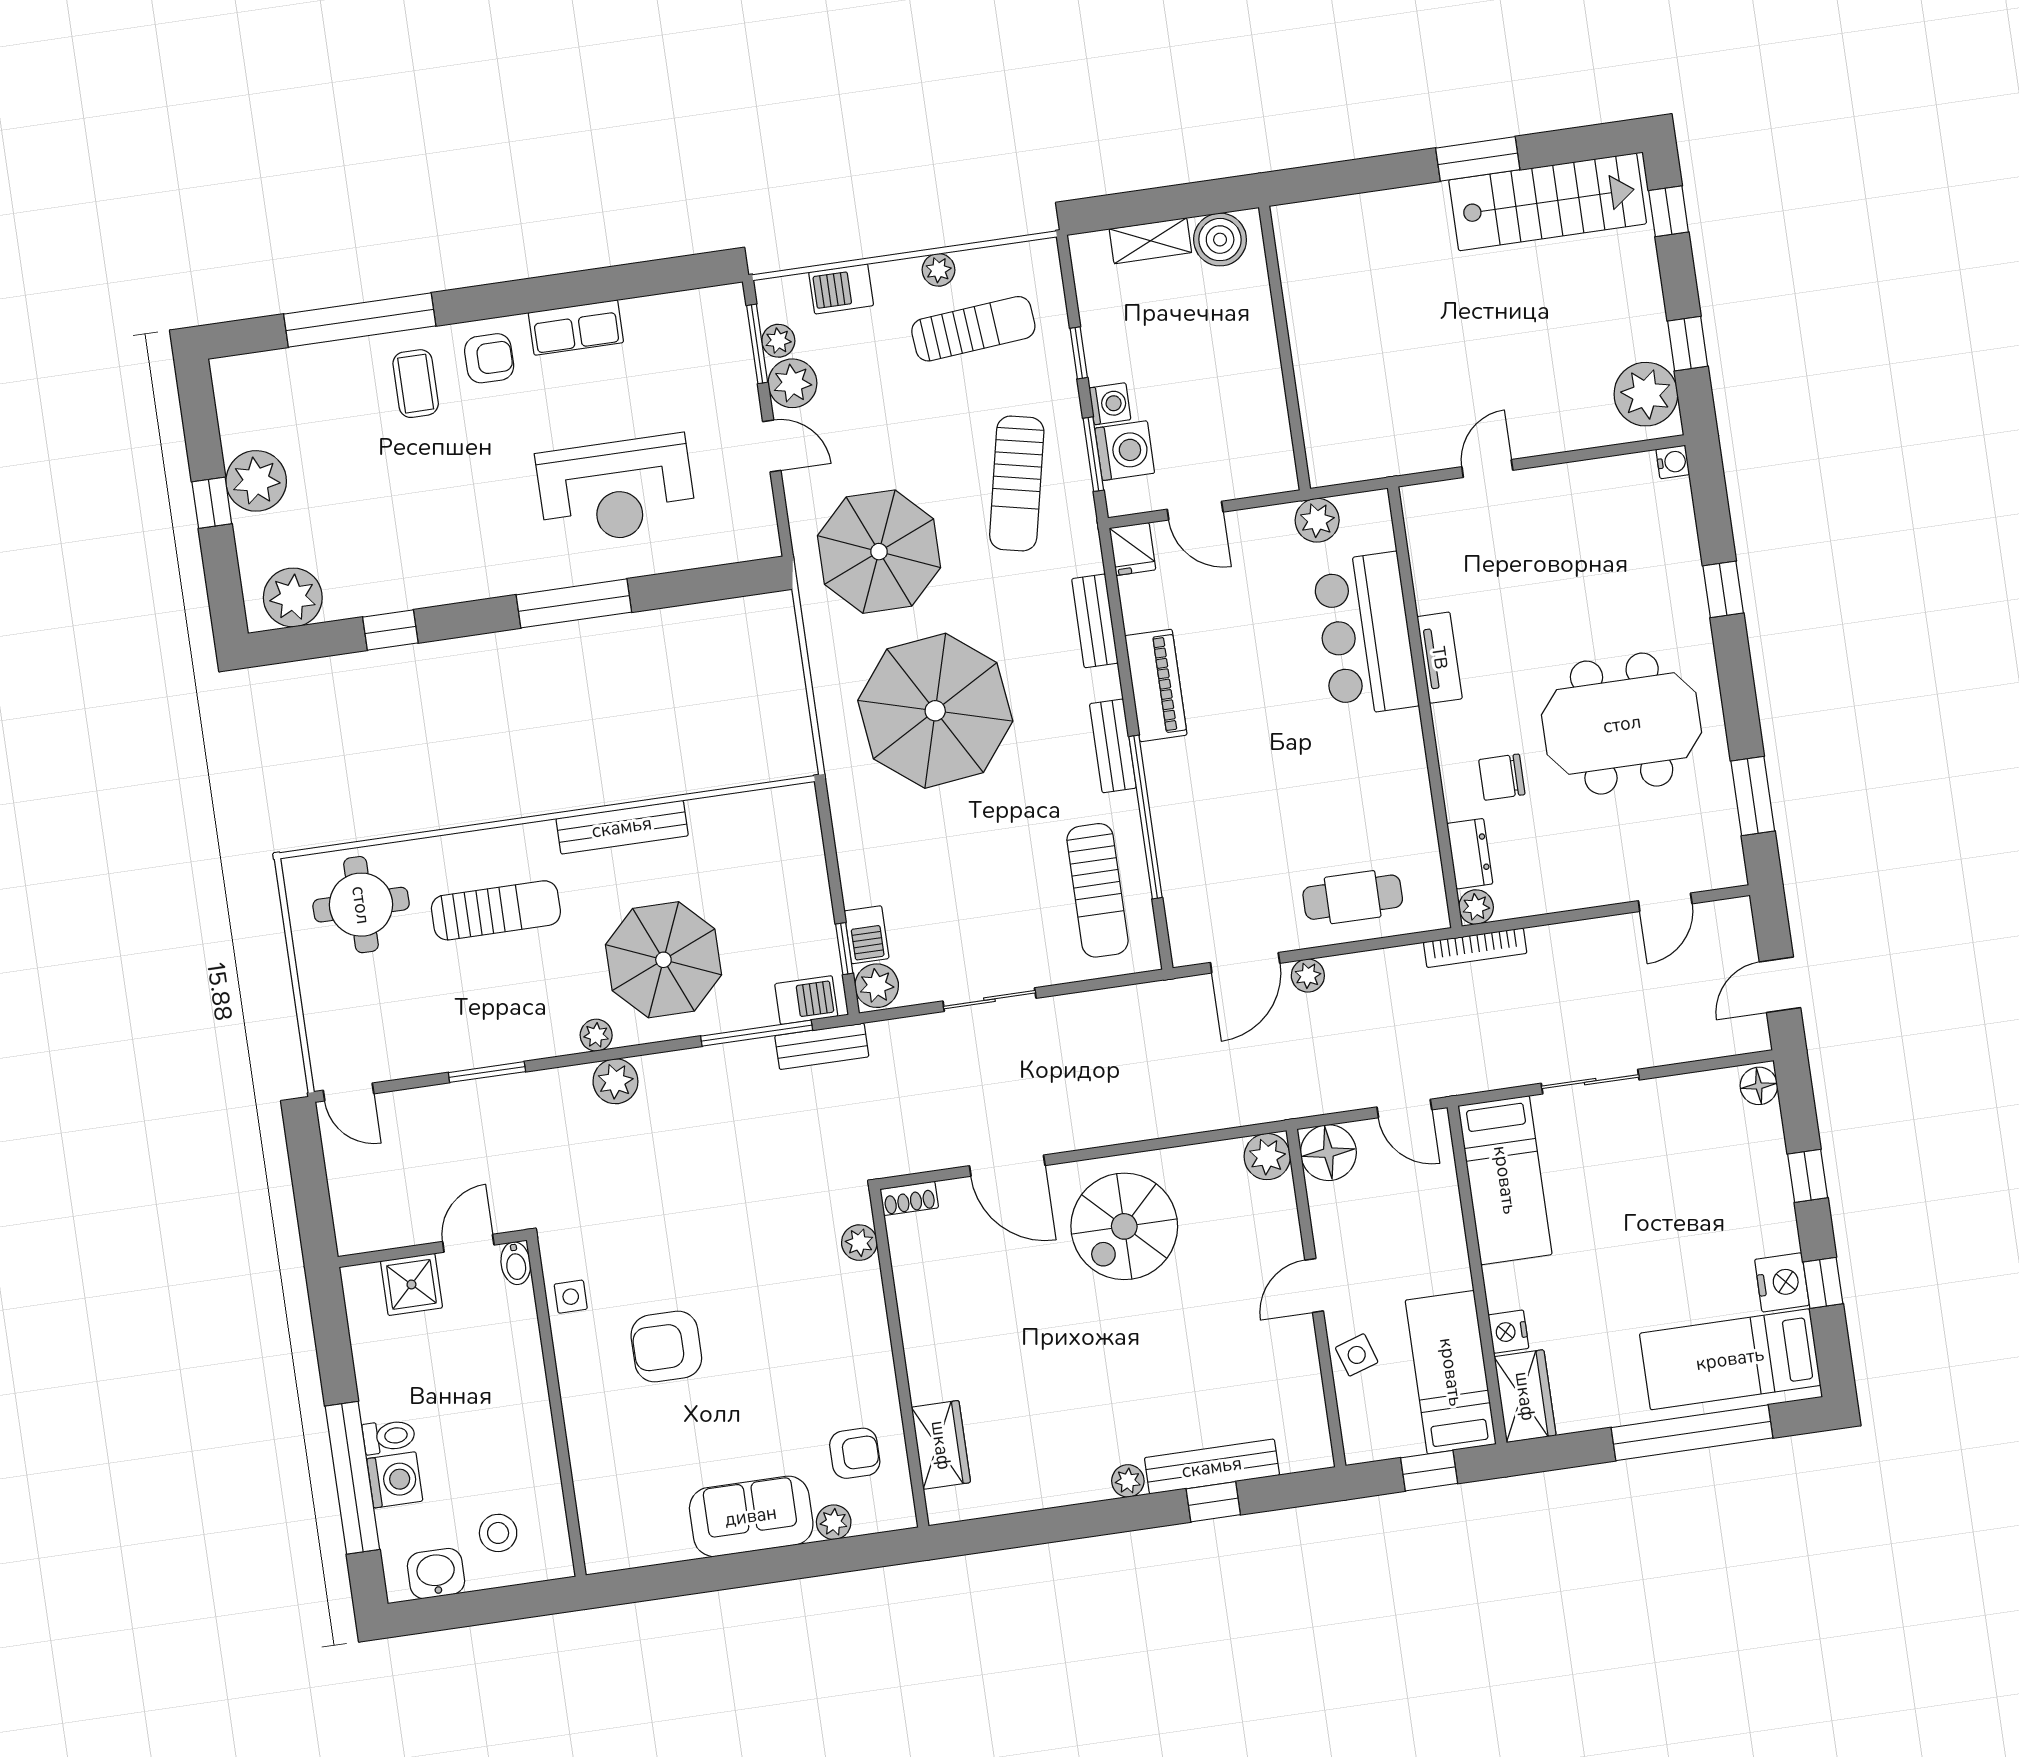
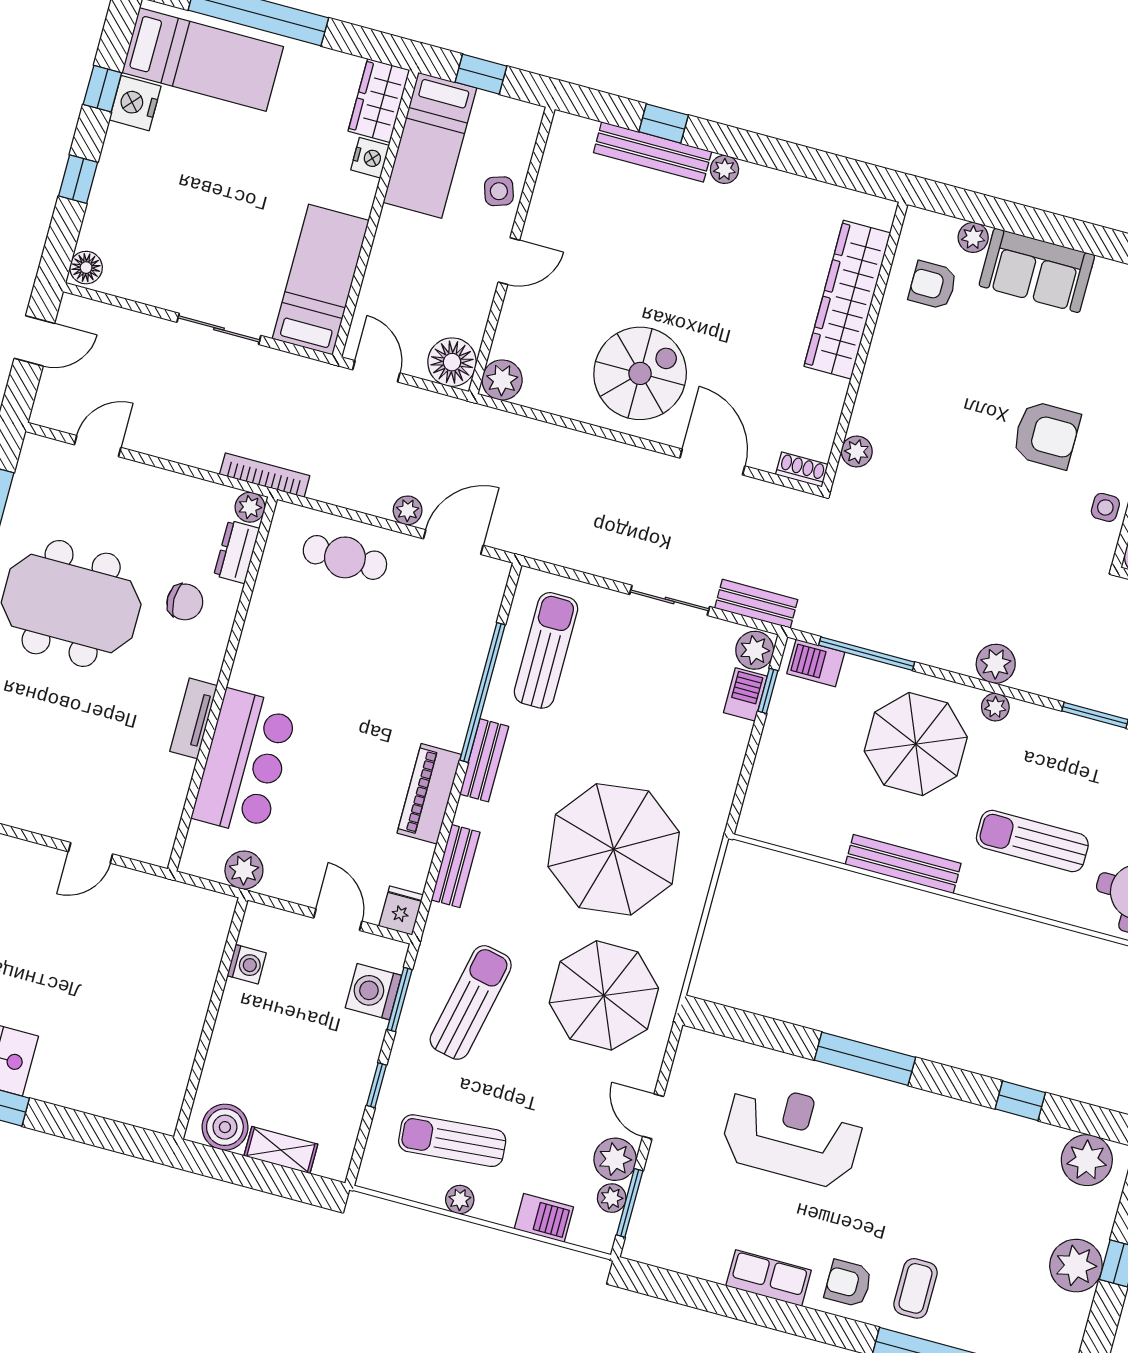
washing machine: (1110, 404) -> (247, 964), moved, turned 180
bench: (822, 1046) -> (756, 604), moved
wardrobe: (941, 1445) -> (847, 300), width x2.10, depth x1.17

